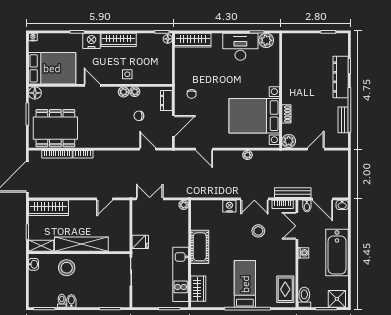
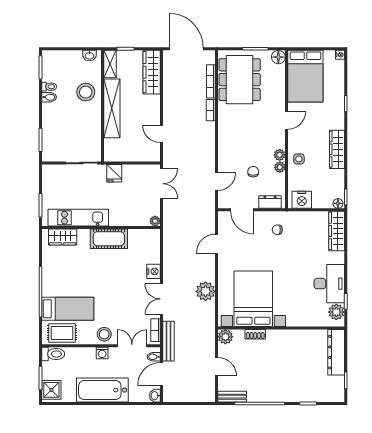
nightstand: (91, 41) -> (302, 200), moved, turned 90
dresser: (341, 77) -> (336, 352), moved, turned -90
bench: (343, 120) -> (232, 397), moved
plant: (247, 155) -> (206, 291), width x1.88, depth x1.88
stool: (258, 231) -> (104, 334), moved
bed: (245, 284) -> (68, 309), moved

